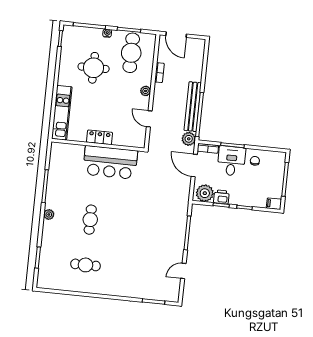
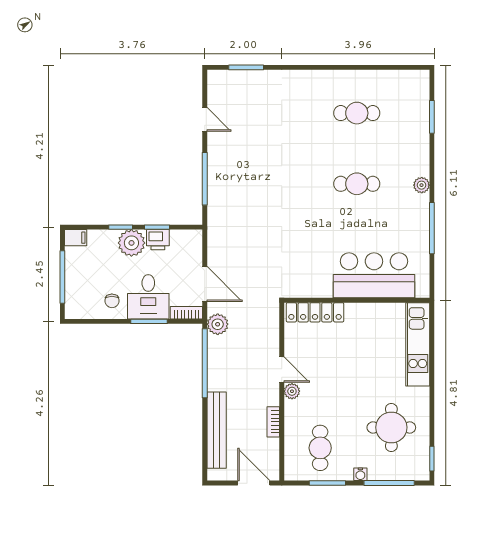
cafe table: (131, 53) -> (320, 448), width x0.73, depth x0.74
round table: (94, 68) -> (391, 427), moved
bench: (193, 107) -> (217, 430), moved
door: (149, 119) -> (282, 370), moved
locker: (100, 137) -> (315, 312), moved, width x1.53
bar counter: (110, 162) -> (374, 275), moved
plant: (205, 193) -> (131, 243), moved
cafe table: (90, 220) -> (357, 184), turned 90
door: (183, 271) -> (205, 119), hinge flipped

